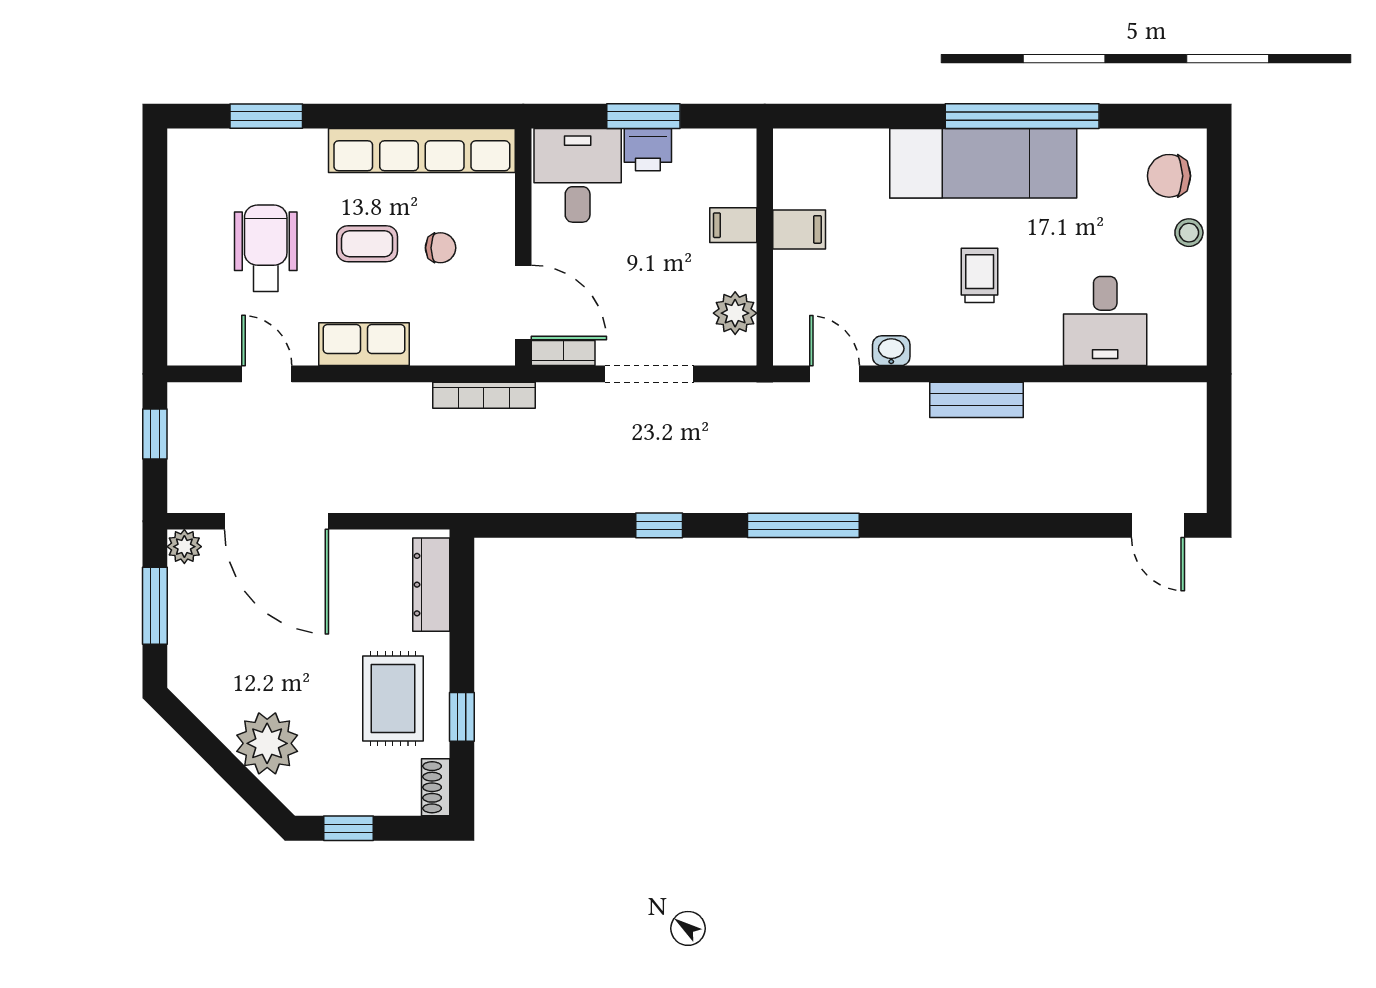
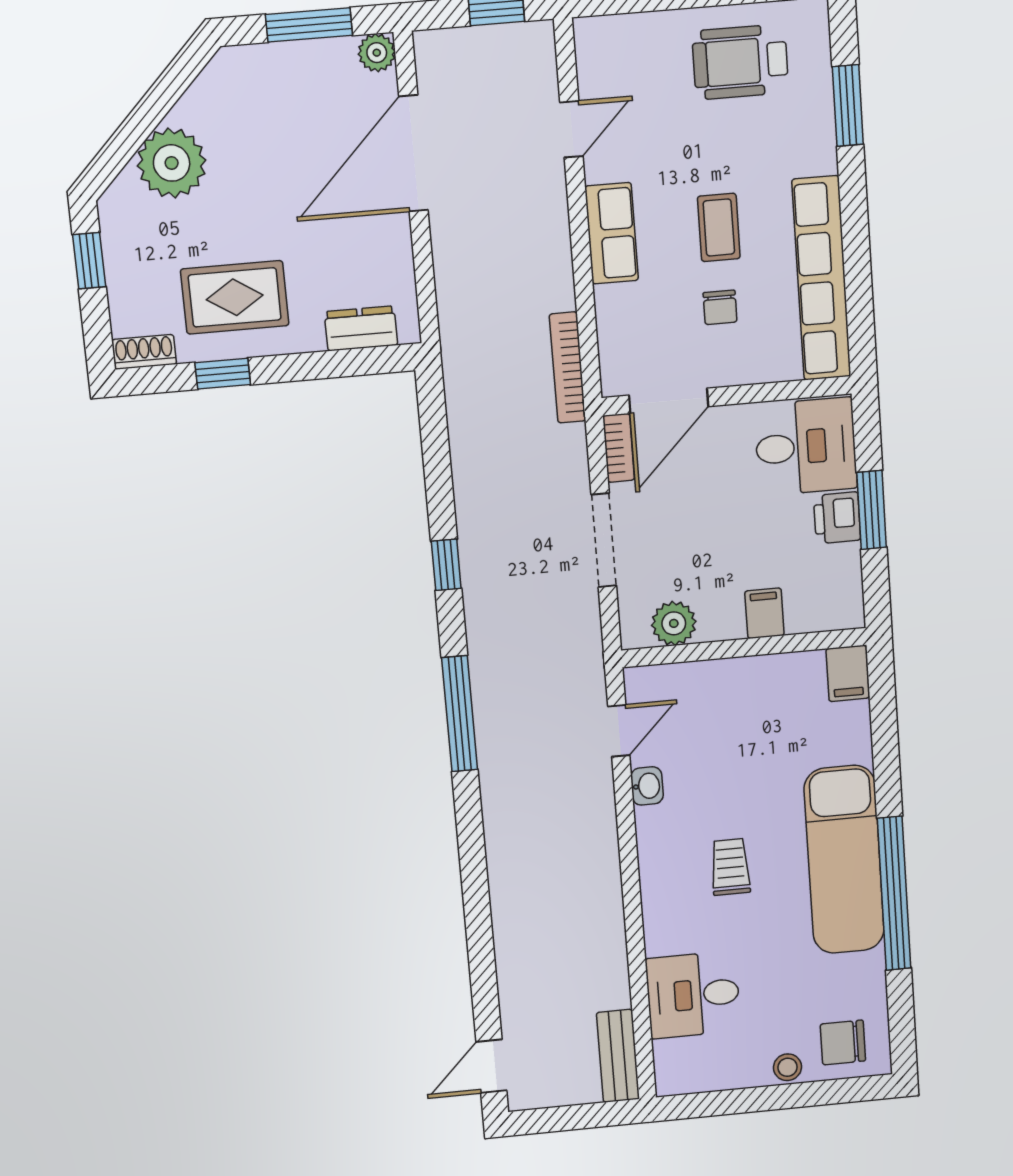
chair: (1169, 176) -> (843, 1043), turned -90
filing cabinet: (799, 229) -> (848, 673), moved
wheelchair: (266, 248) -> (740, 62), moved, turned 180
trolley: (980, 275) -> (730, 867), turned -90
bench: (977, 400) -> (618, 1056), moved
dresser: (431, 585) -> (361, 328), width x0.70

